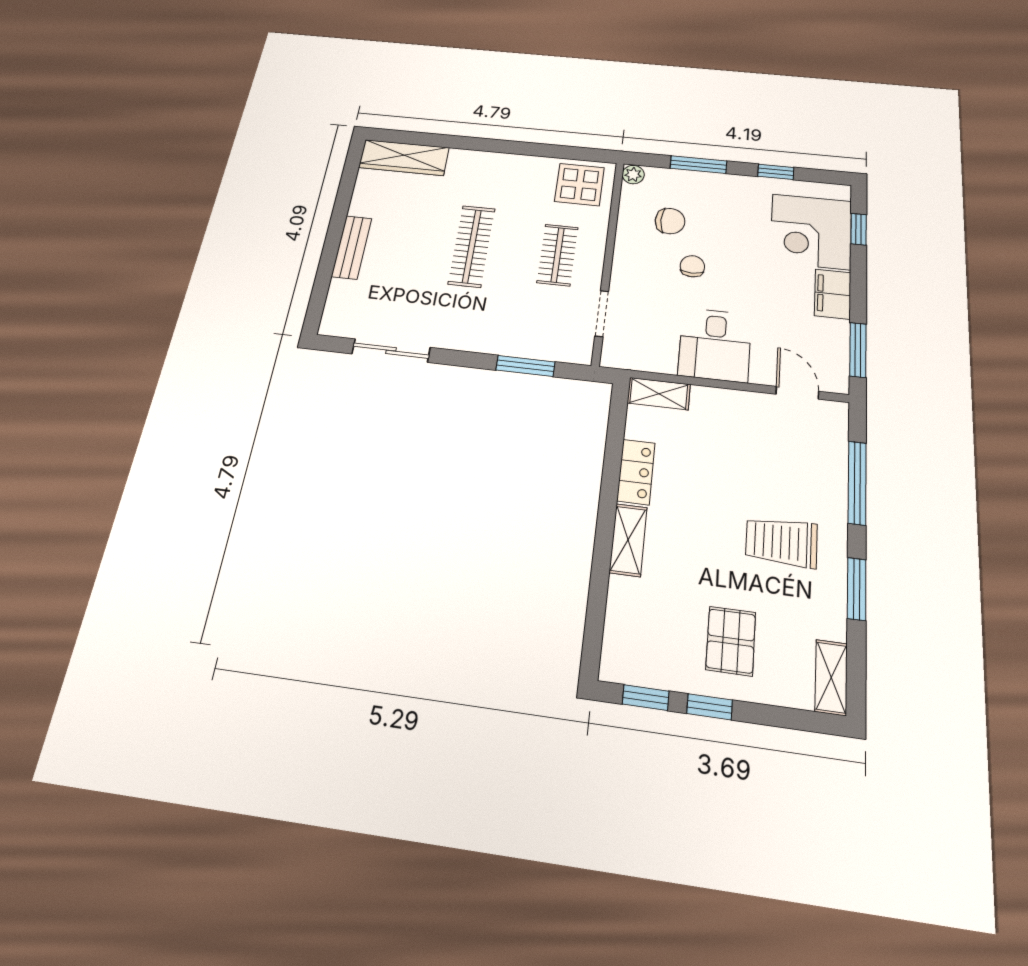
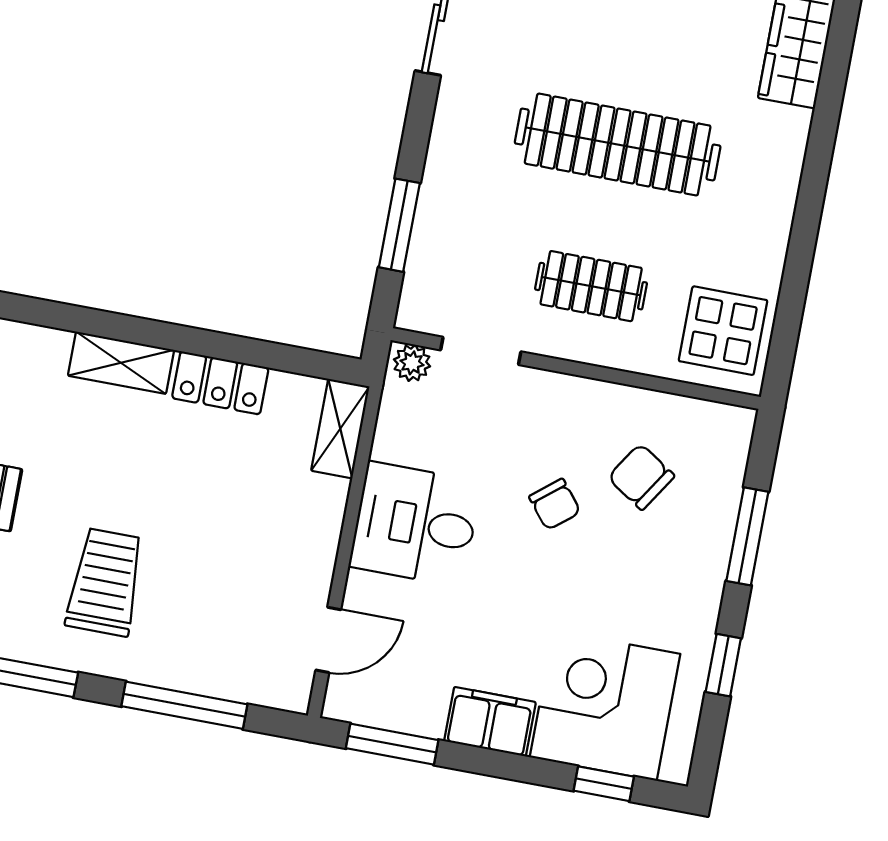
plant: (633, 175) -> (412, 363), moved
chair: (670, 221) -> (641, 477), turned 123
clothes rail: (472, 246) -> (618, 145), width x1.37, depth x1.31
chair: (692, 266) -> (555, 504), turned 51

